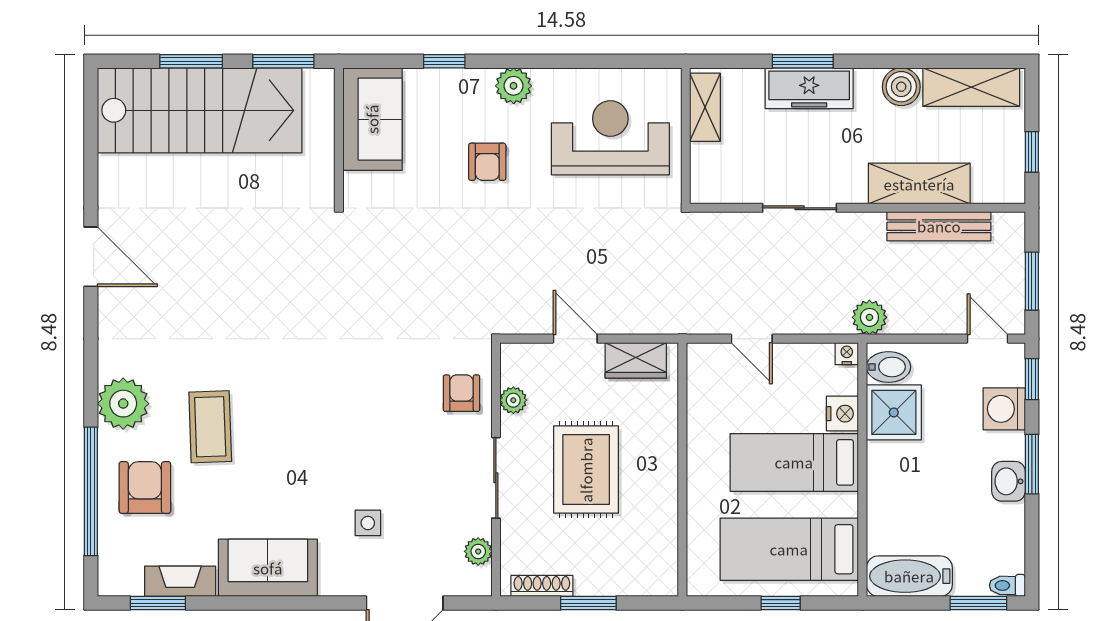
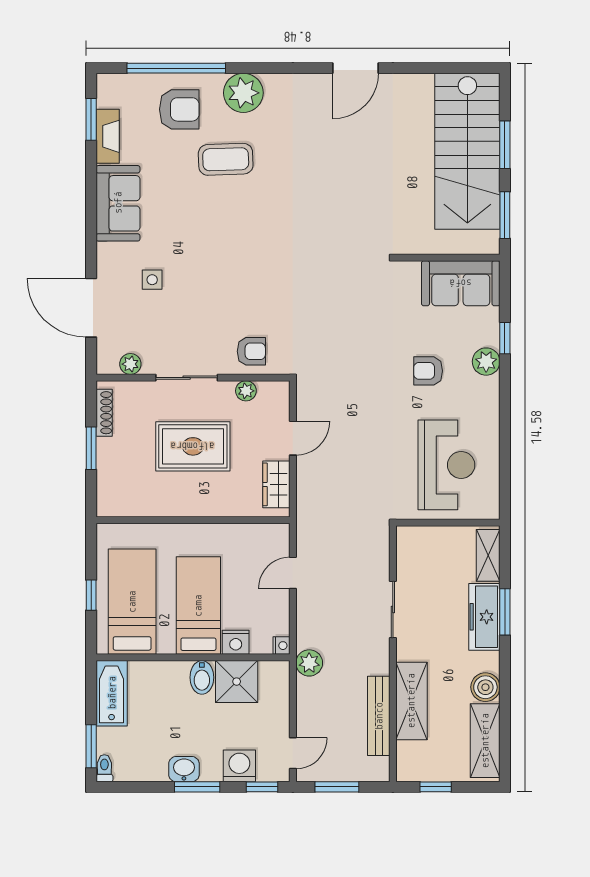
plant: (514, 86) -> (486, 362), moved
shelving: (705, 107) -> (488, 555), moved, turned 90
bidet: (888, 367) -> (202, 677), moved

